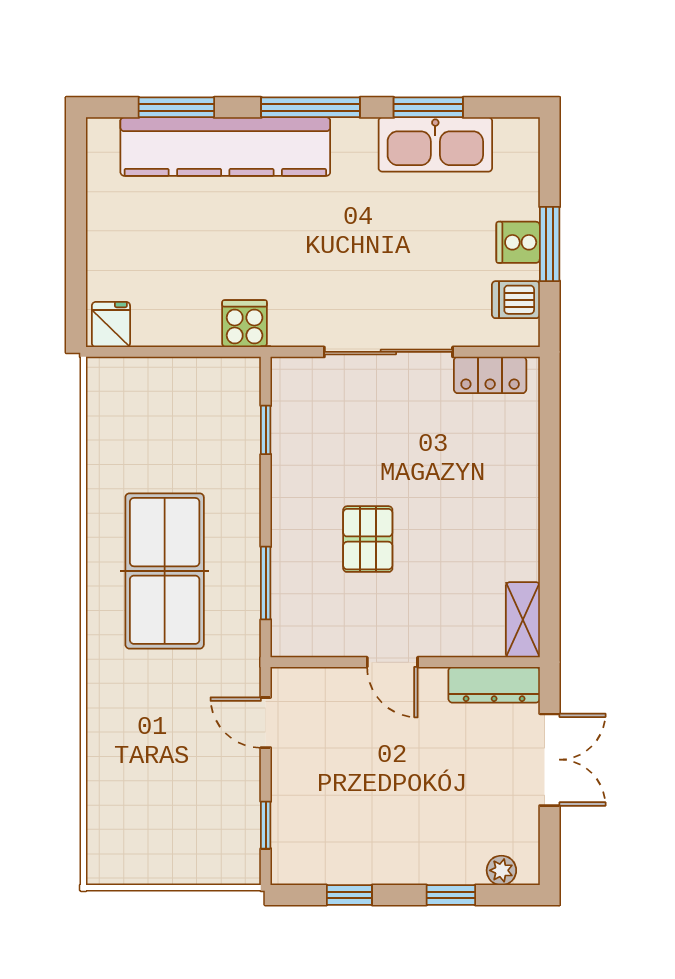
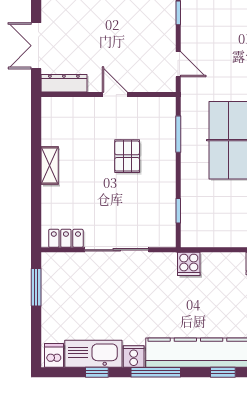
window: (176, 107) -> (223, 372), width x0.67
window: (428, 107) -> (97, 372), width x0.67
cooker: (518, 242) -> (134, 356), moved, turned -90
window: (550, 244) -> (36, 287), moved
dishwasher: (516, 300) -> (54, 355), moved, turned -90
shelving: (523, 620) -> (50, 166), moved

